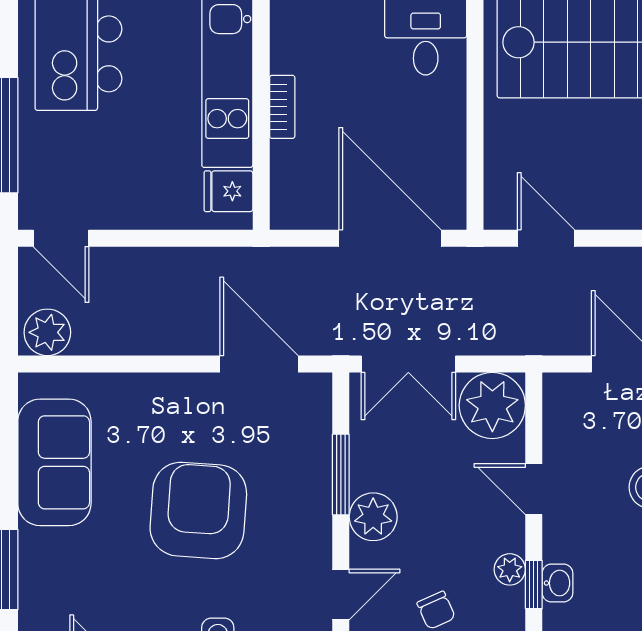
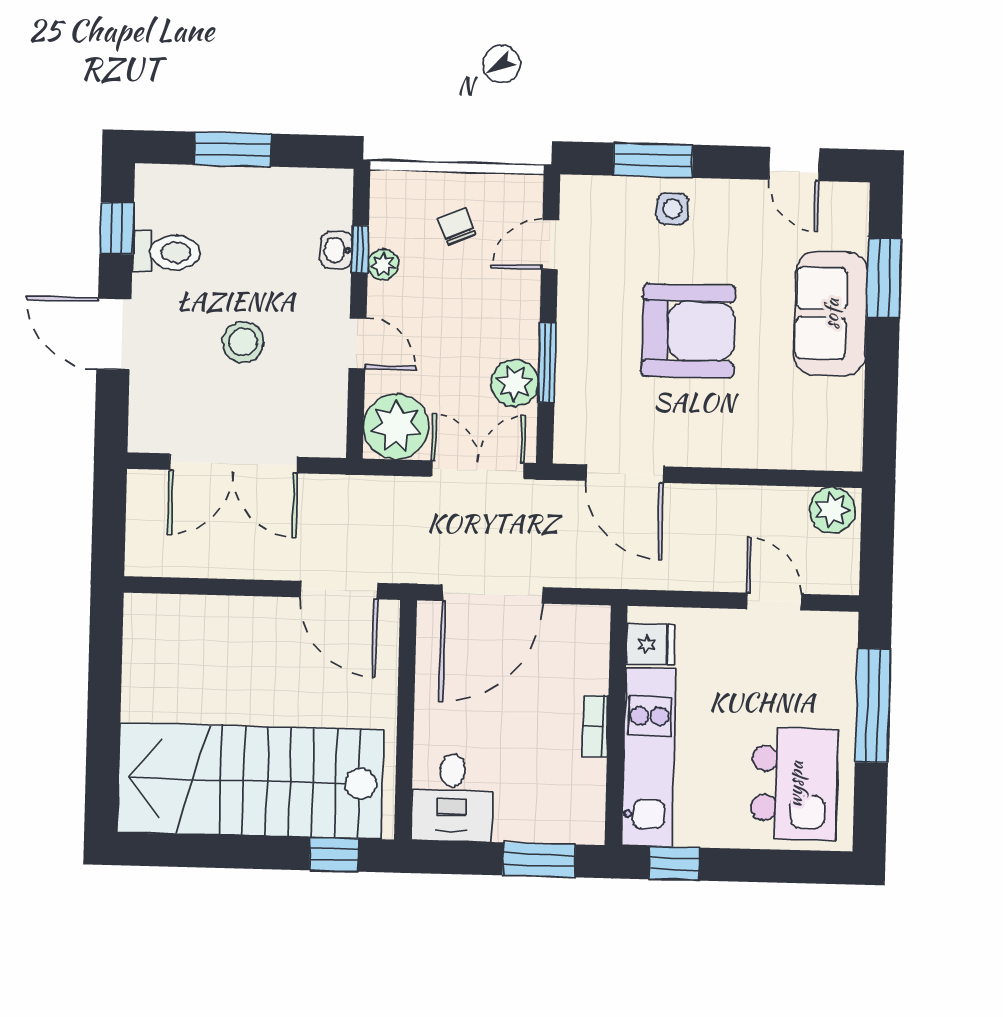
door: (61, 238) -> (774, 601), moved
door: (390, 238) -> (493, 594), hinge flipped
door: (546, 238) -> (339, 590), width x1.38
sofa: (54, 462) -> (831, 314), moved
armchair: (198, 510) -> (688, 331), turned -94
plant: (373, 517) -> (515, 383), moved

